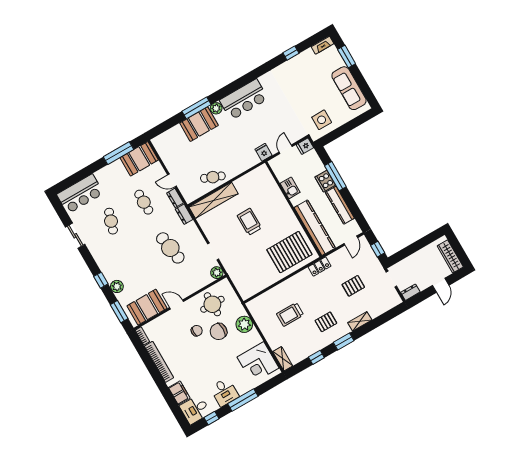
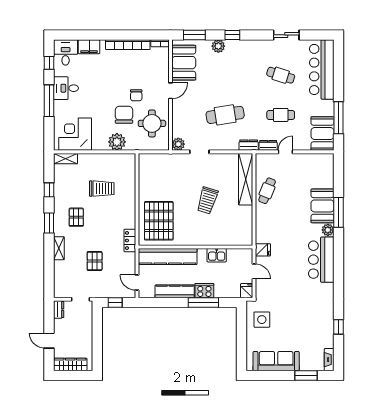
bar counter: (80, 194) -> (322, 69), width x1.36
trolley: (249, 222) -> (207, 200), turned 107
trolley: (290, 314) -> (102, 189), turned 90

